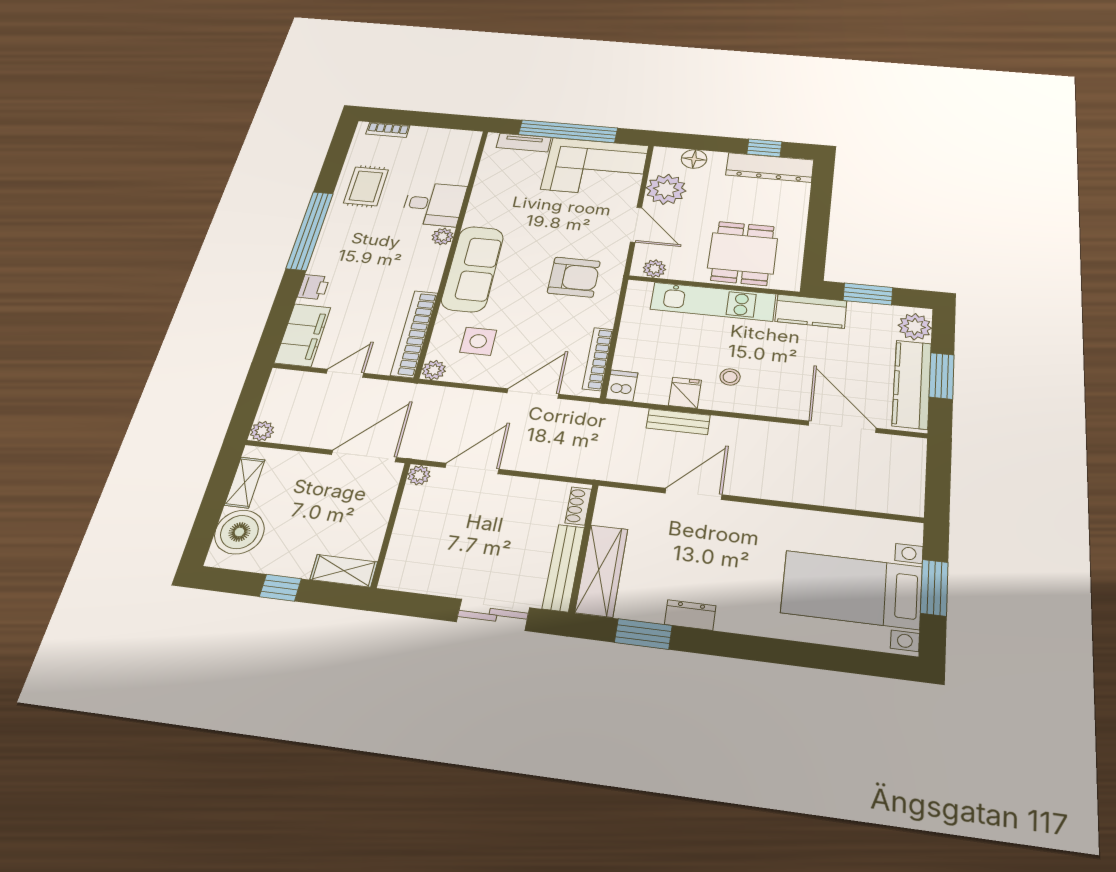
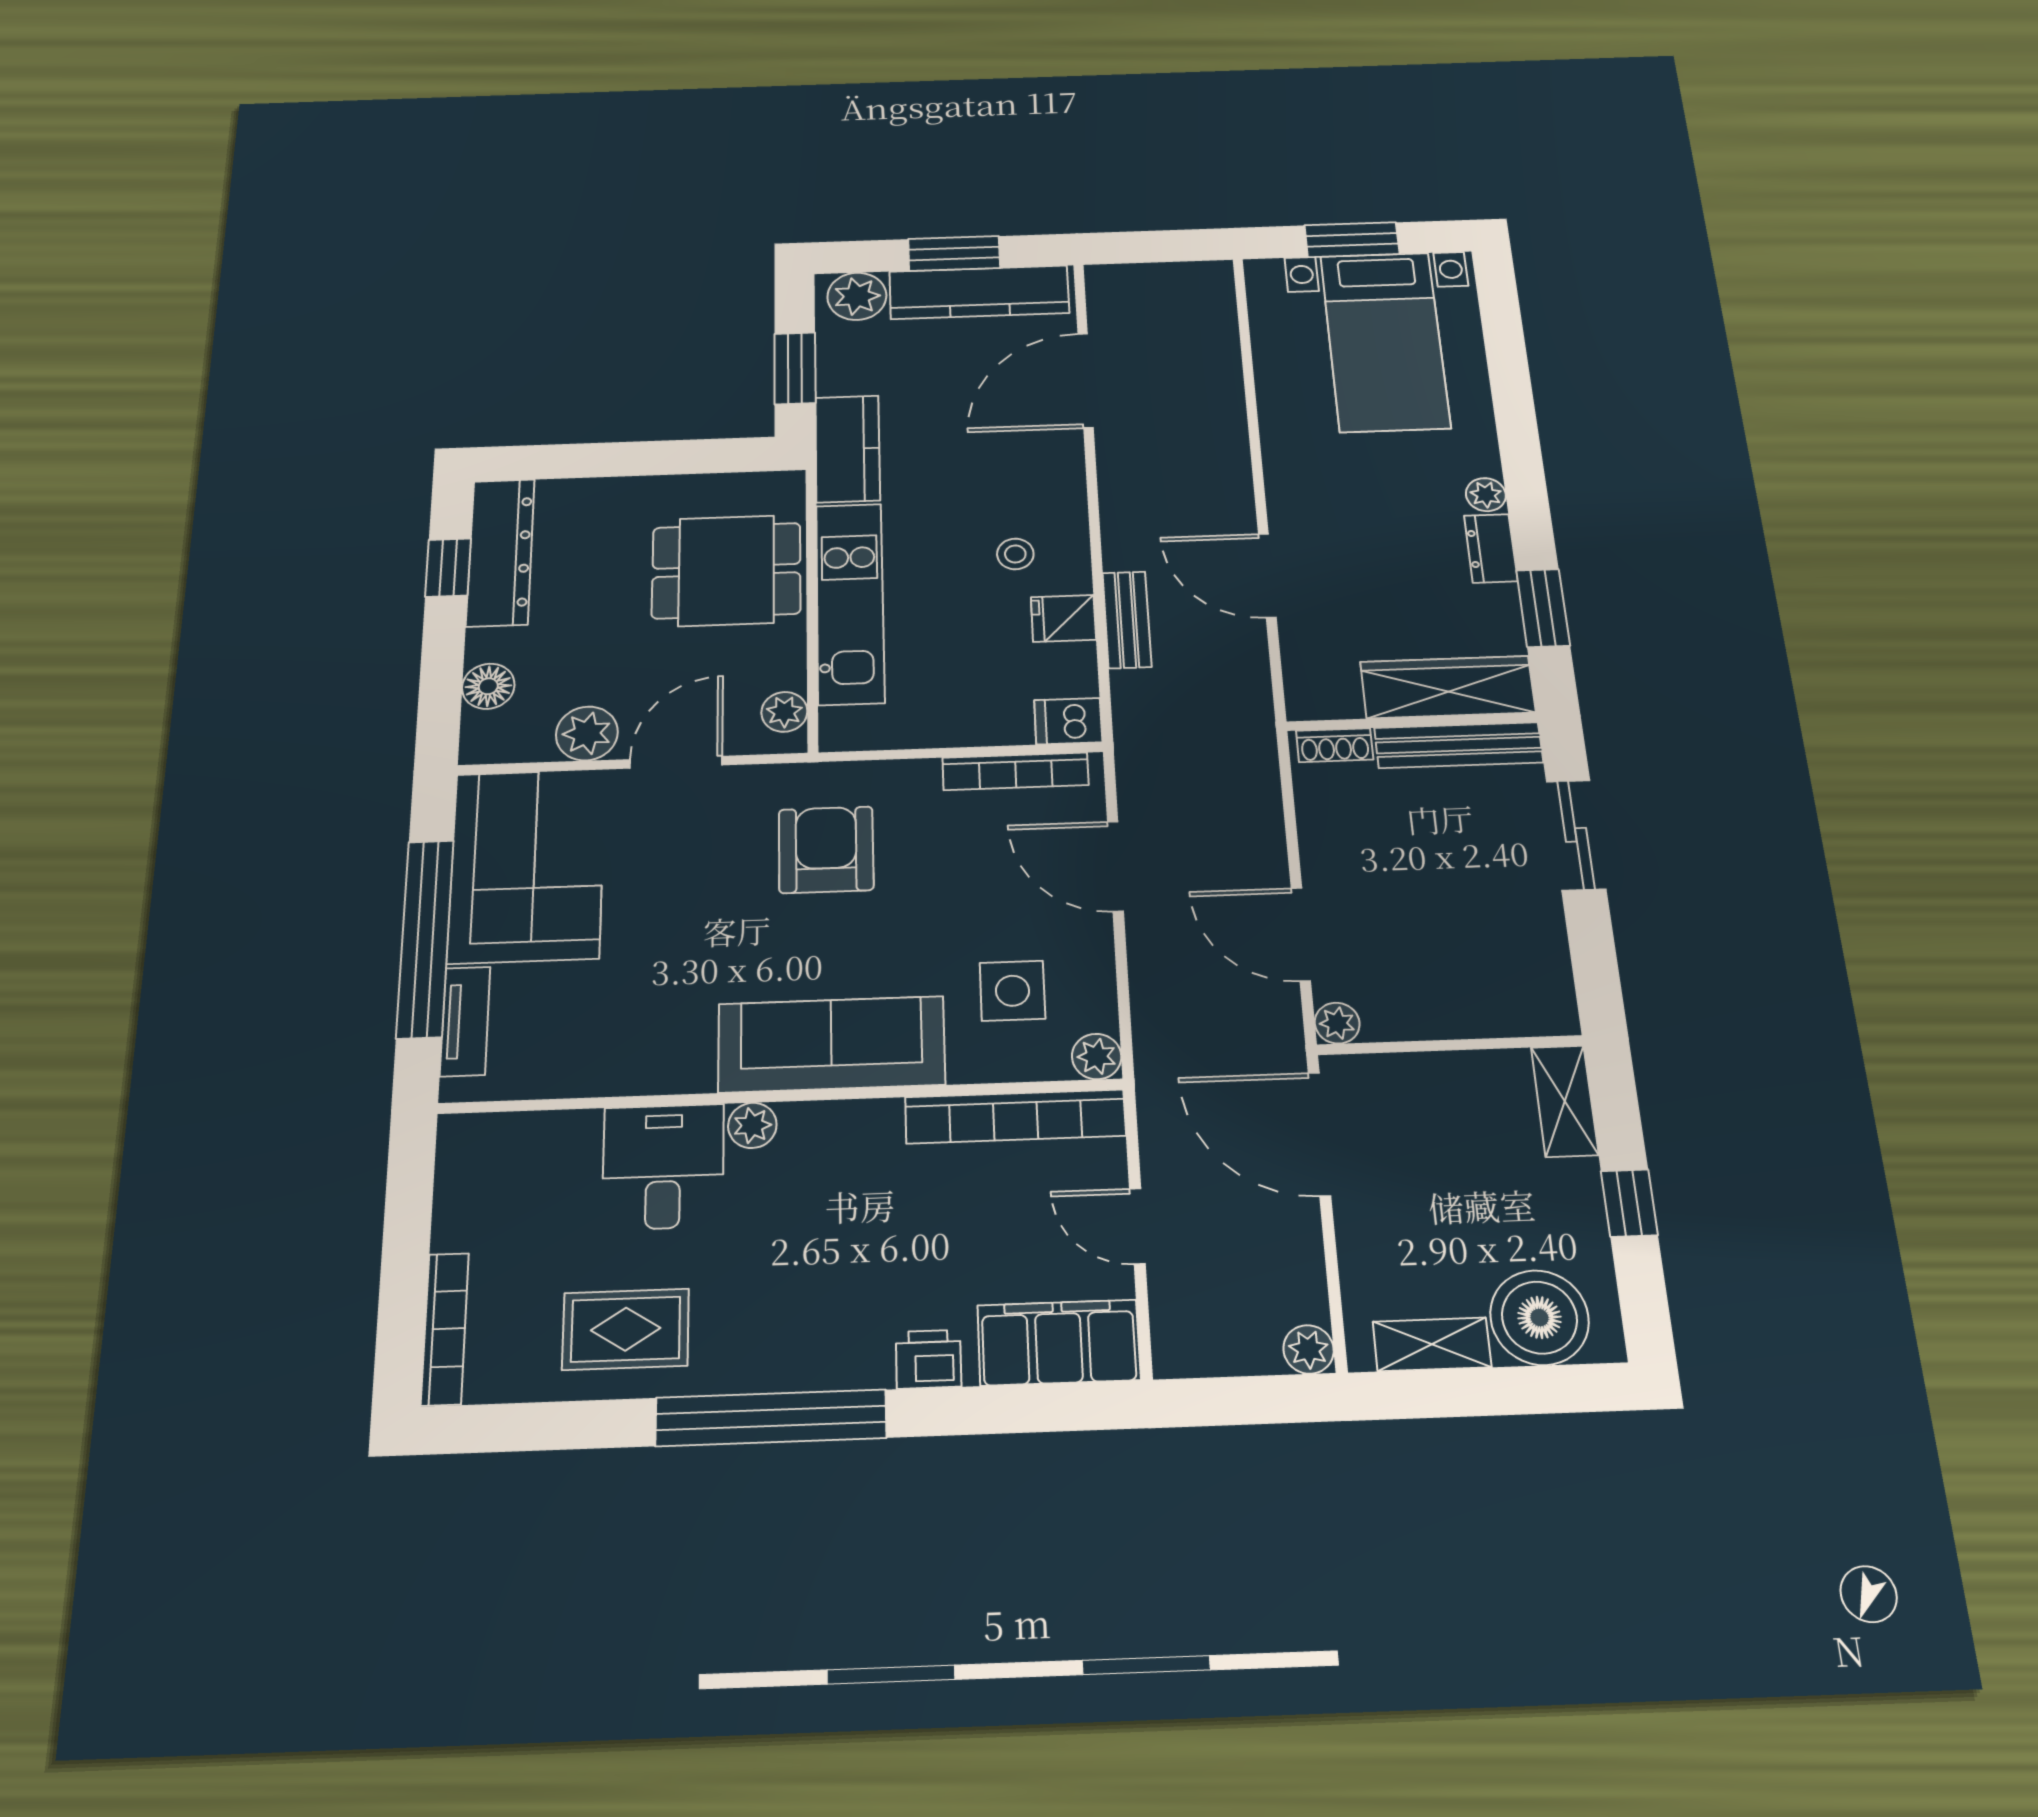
bookcase: (388, 130) -> (445, 1329), width x1.56
plant: (666, 189) -> (587, 733), width x0.73, depth x0.73
plant: (729, 621) -> (1486, 495), added

